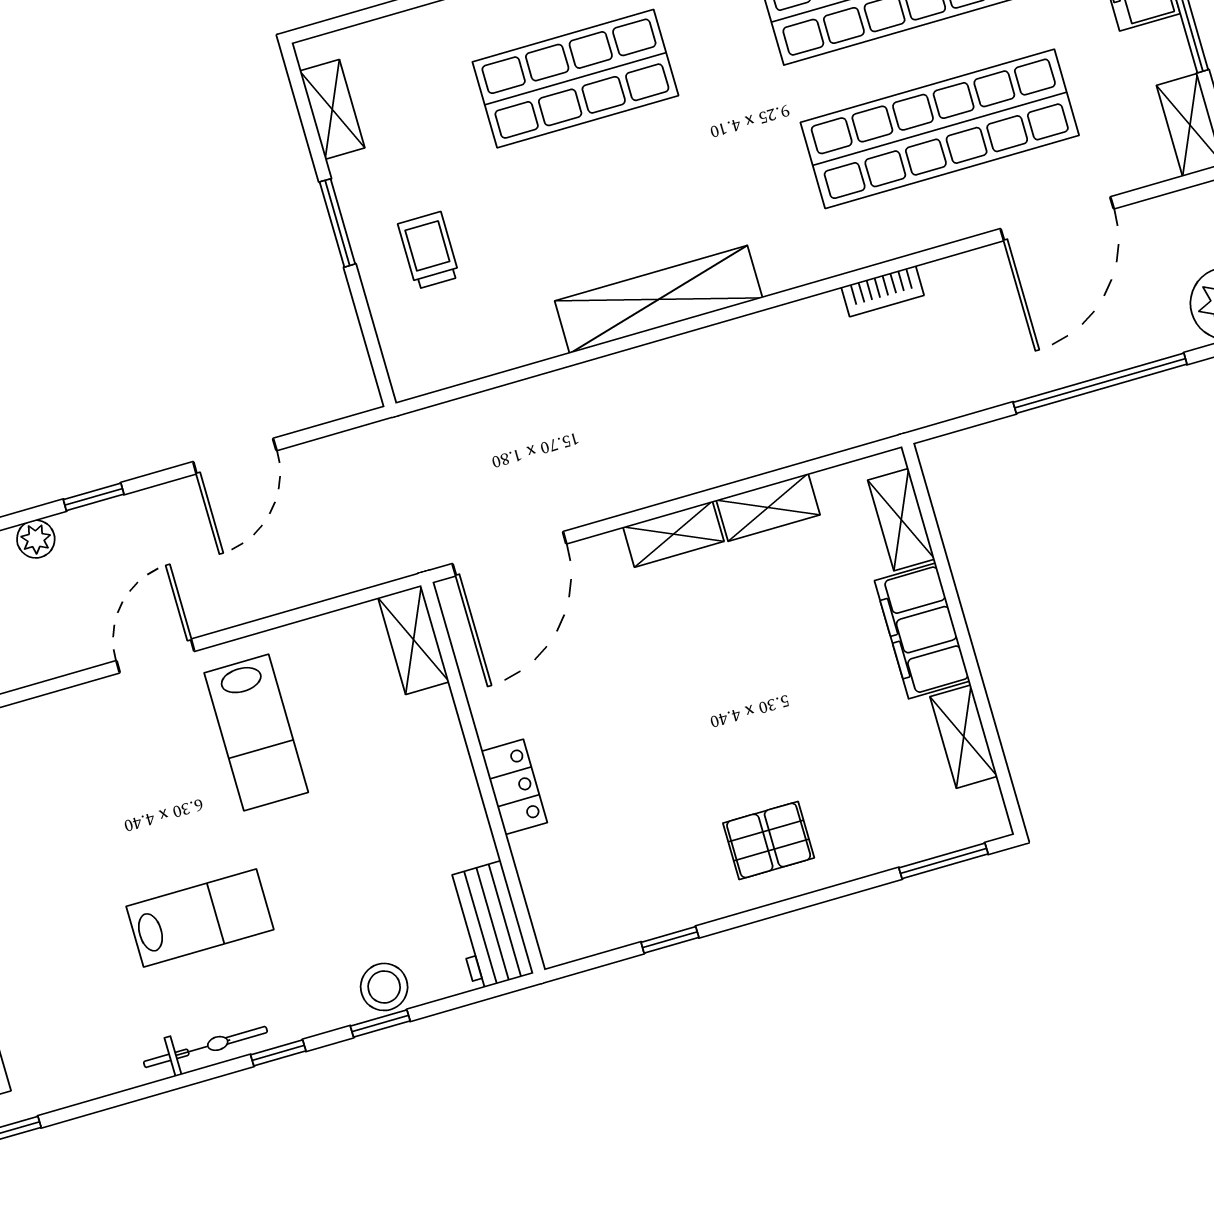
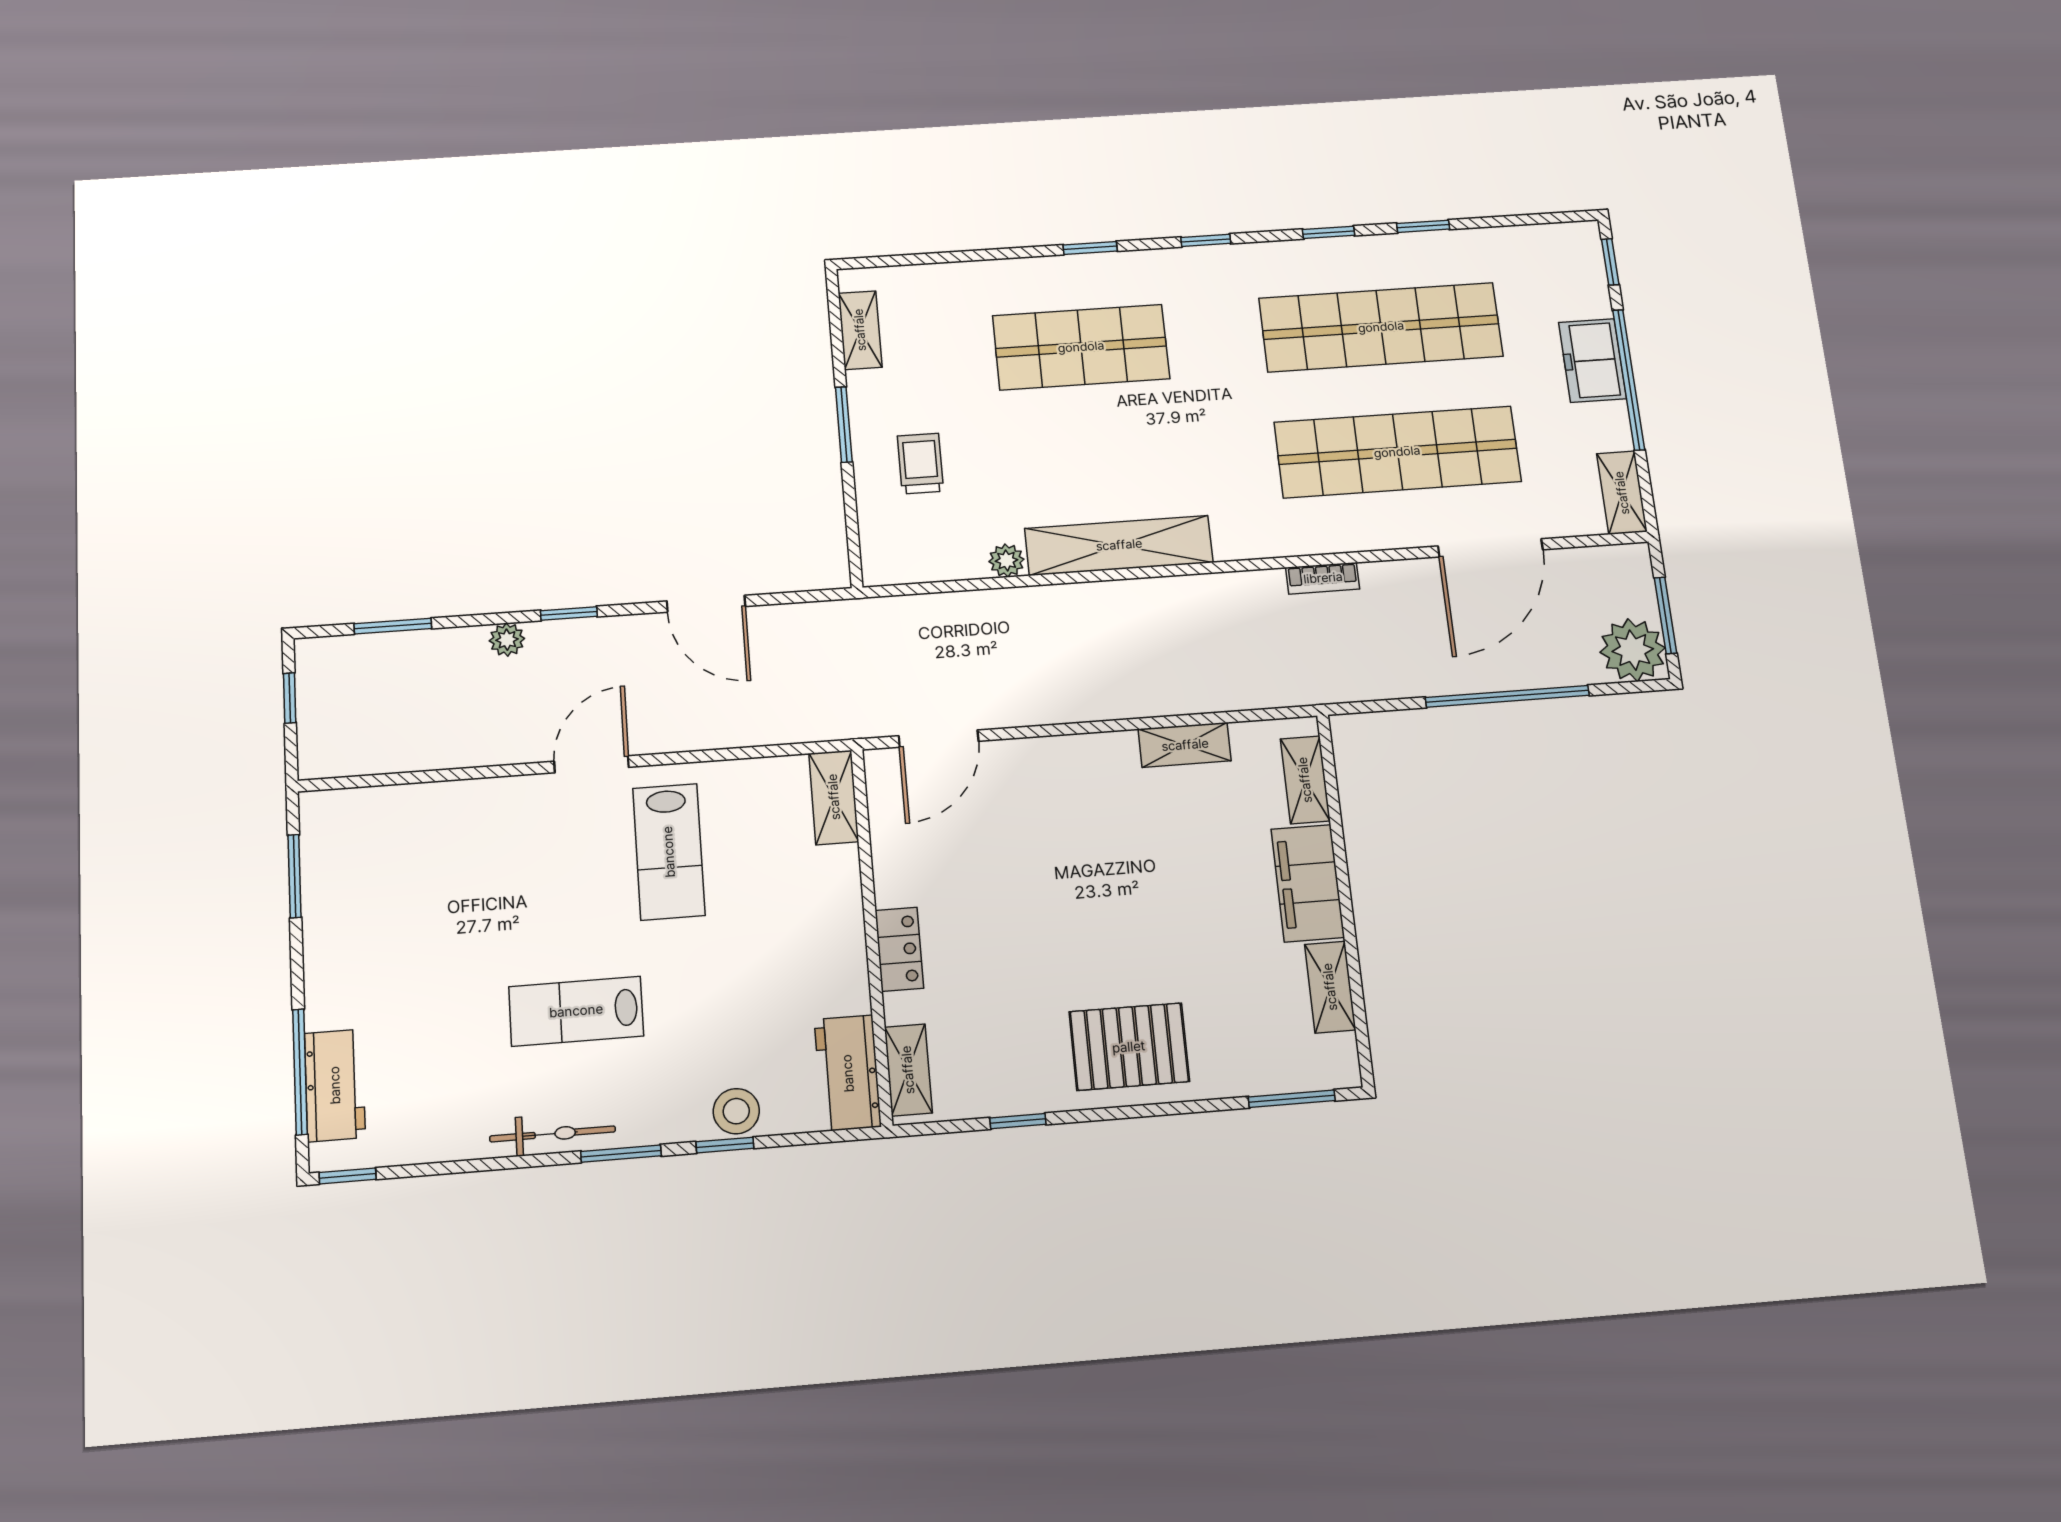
plant: (542, 341) -> (1007, 560), added
door: (235, 456) -> (706, 604), hinge flipped
shelving: (673, 534) -> (908, 1070), moved, turned 90
door: (509, 554) -> (939, 739), width x0.73
pallet: (769, 840) -> (1129, 1047), width x1.50, depth x1.42
lab bench: (200, 918) -> (576, 1011), turned 180
window: (278, 1053) -> (621, 1154), width x1.50

